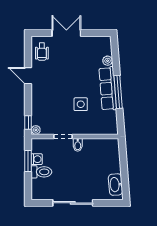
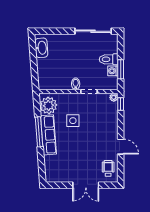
plant: (108, 61) -> (48, 105), moved, width x1.88, depth x1.88
sliding door: (73, 203) -> (93, 31), moved

